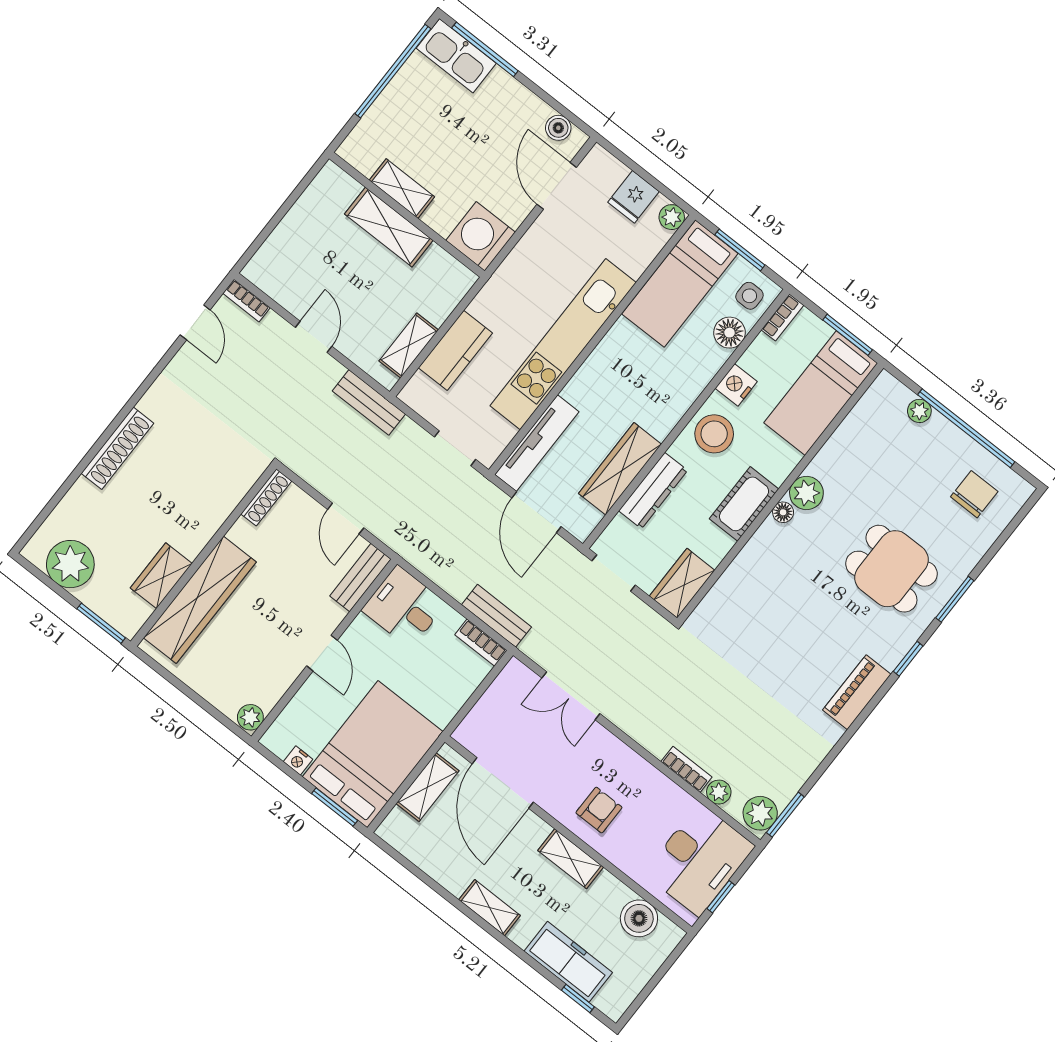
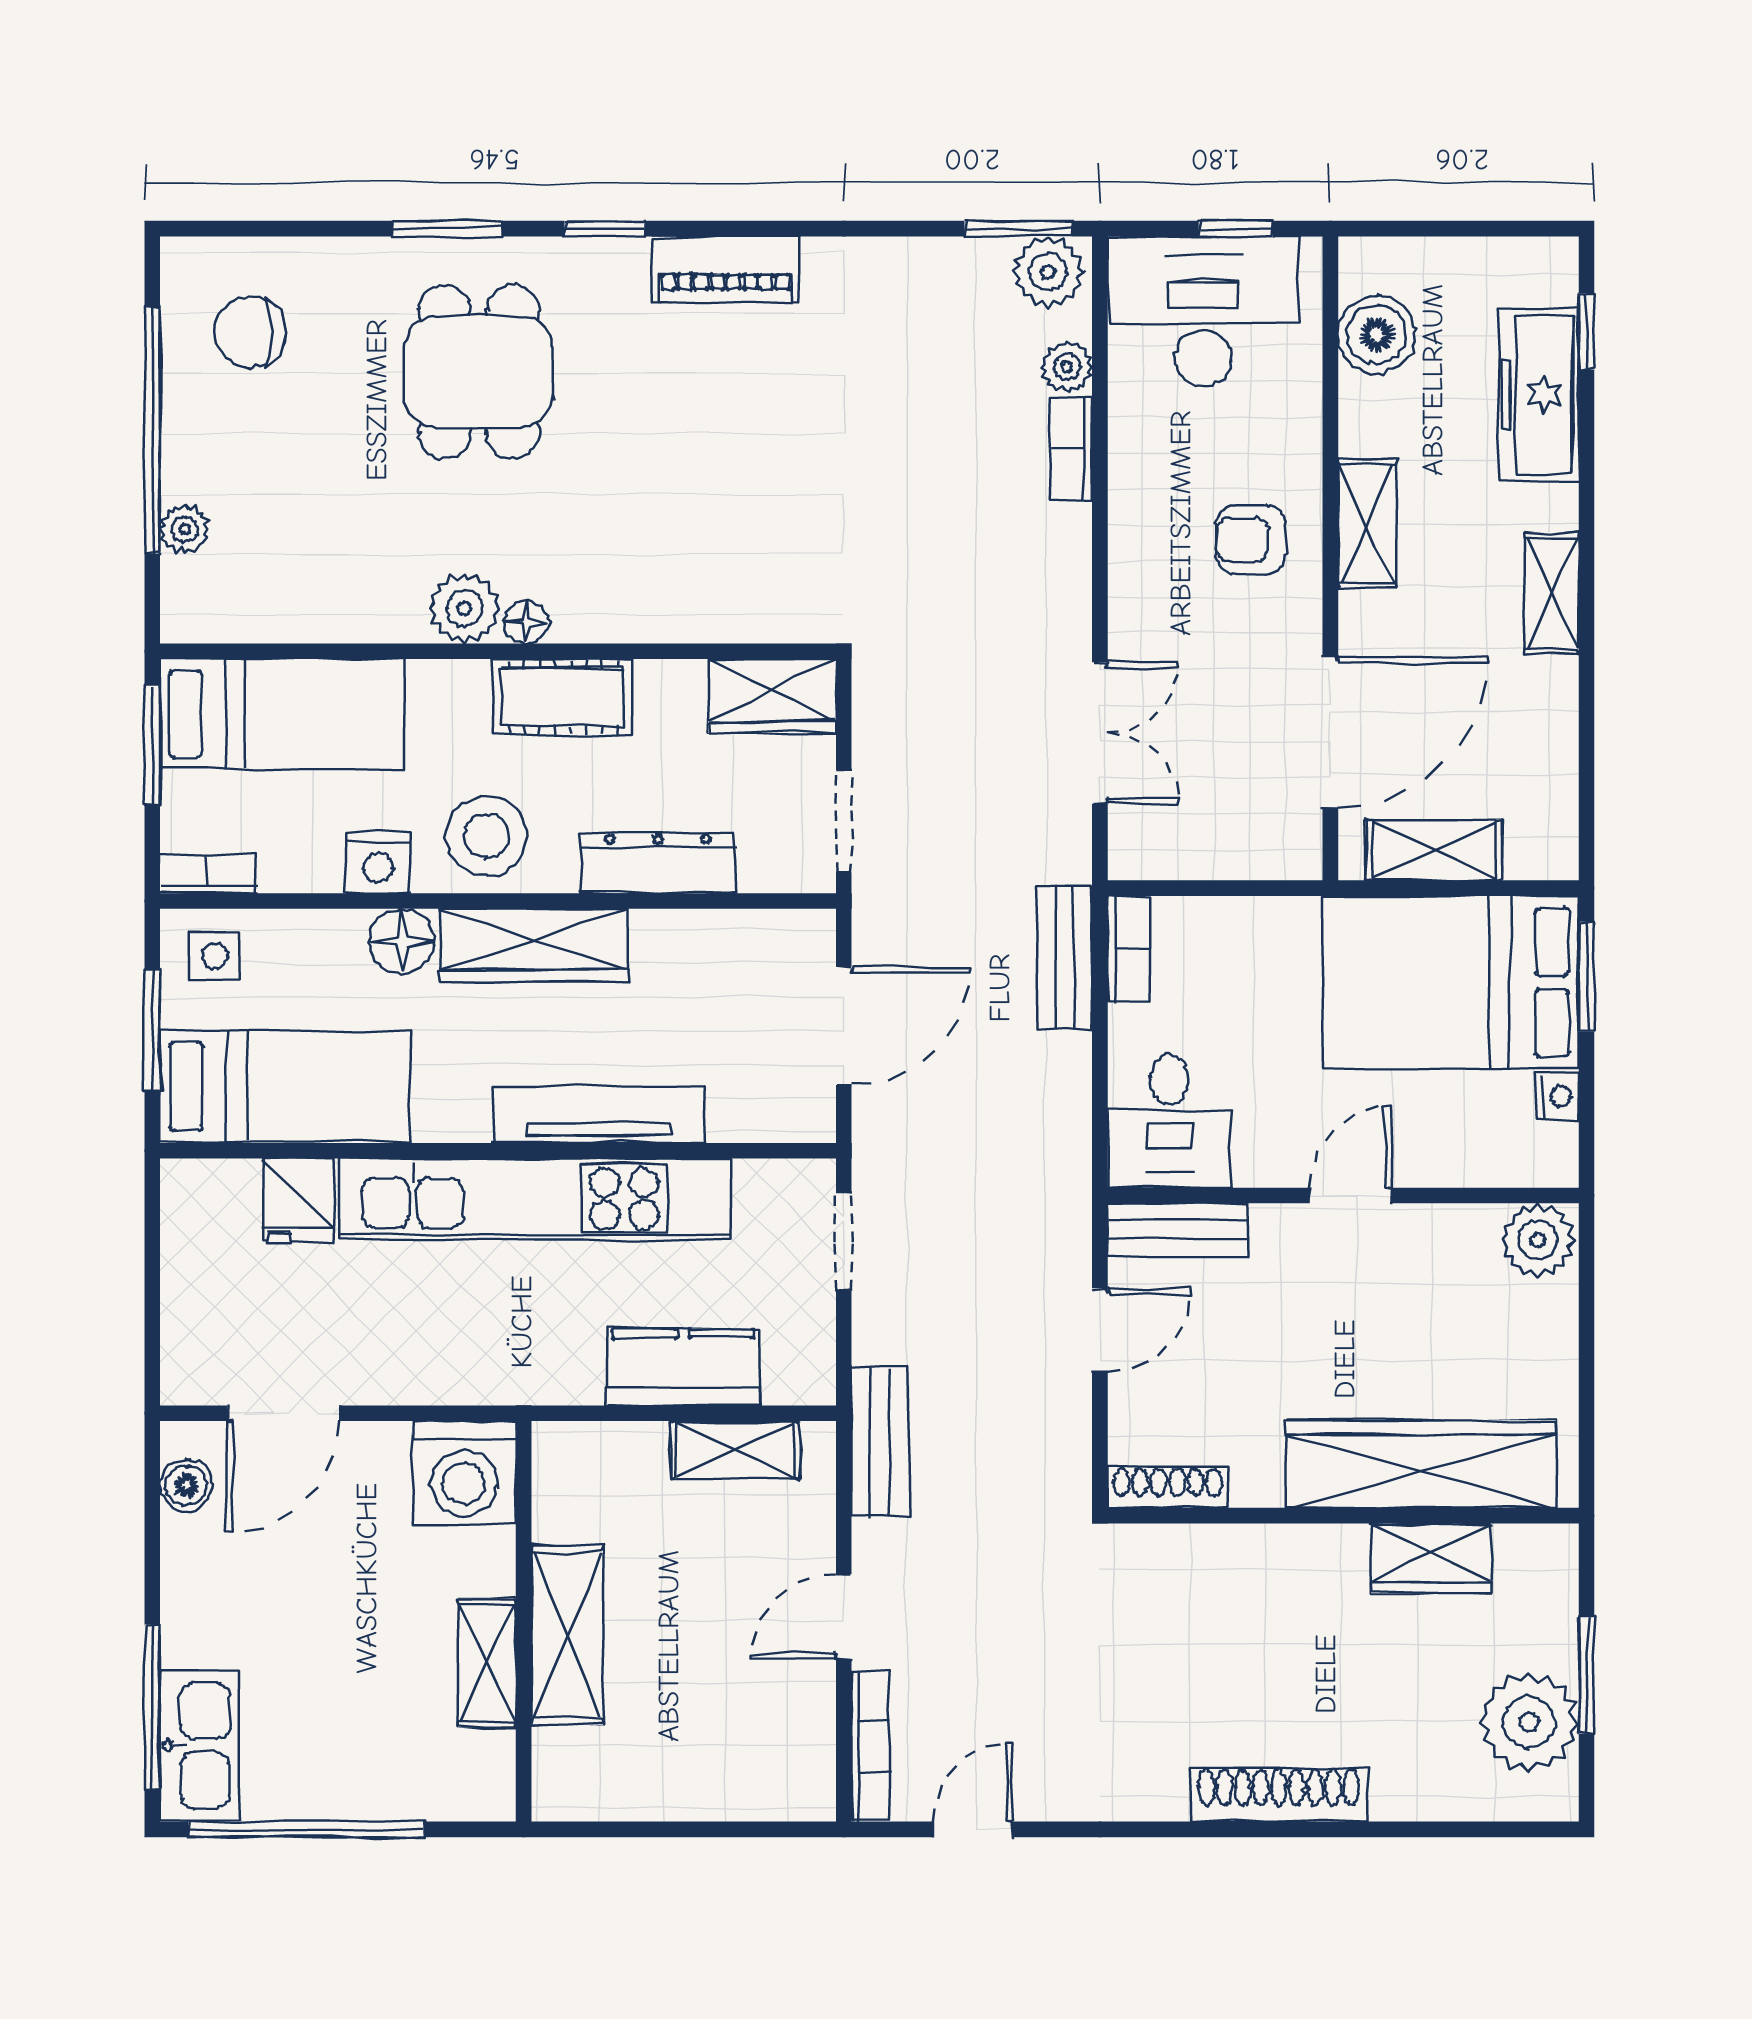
fridge: (634, 197) -> (298, 1201), moved, turned 90
plant: (672, 217) -> (186, 1185), removed
bookcase: (246, 300) -> (871, 1747), width x1.56
floor lamp: (729, 333) -> (402, 941), moved
tv unit: (537, 443) -> (599, 1114), moved
wardrobe: (620, 469) -> (534, 945), moved
window: (101, 623) -> (1586, 1675), moved
plant: (250, 717) -> (1538, 1240), width x1.38, depth x1.38

